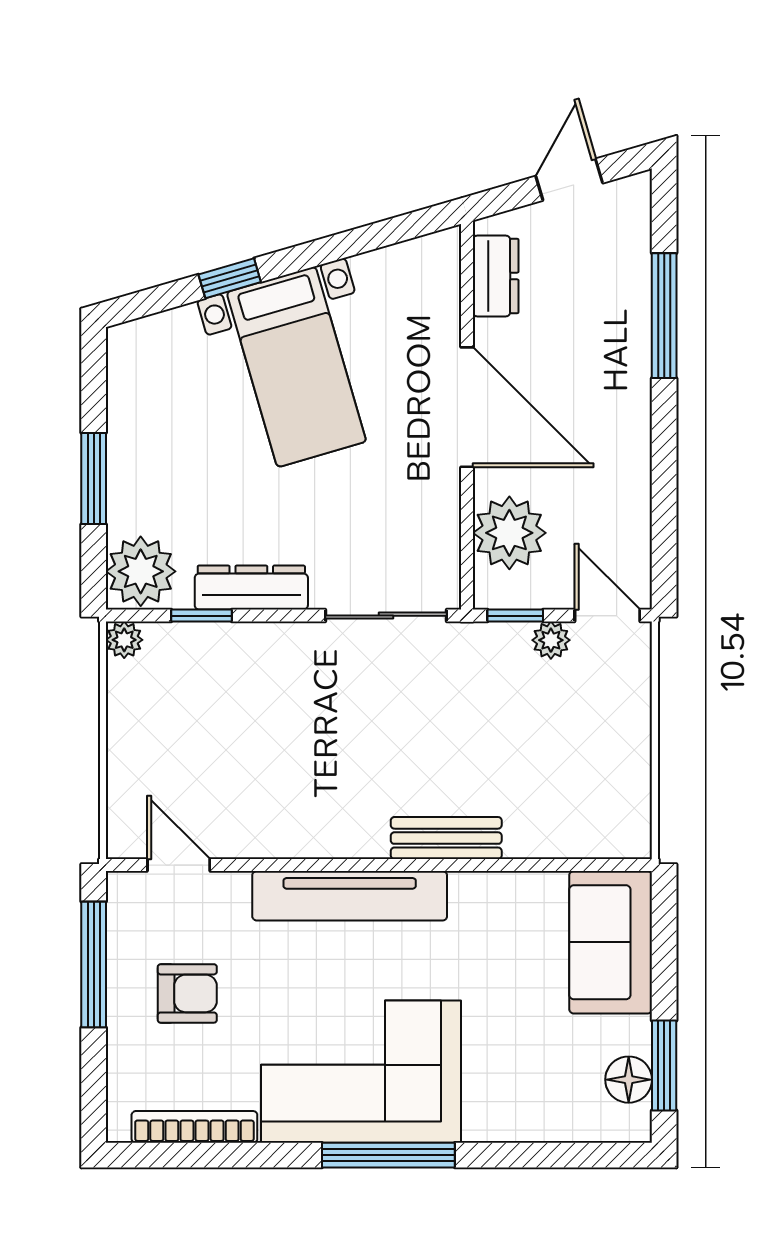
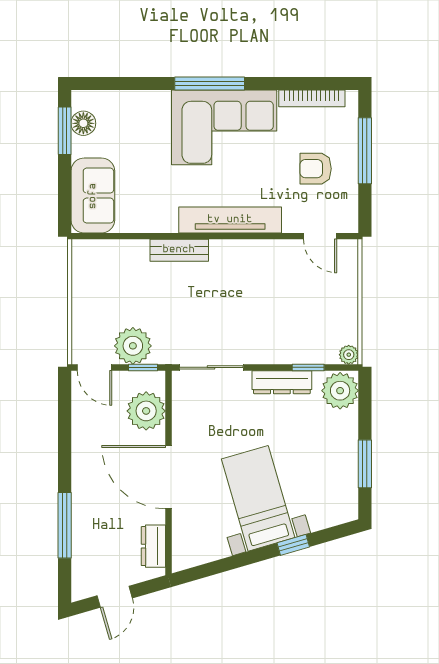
window: (94, 478) -> (365, 464), moved
plant: (551, 640) -> (133, 346), width x1.87, depth x1.87
window: (94, 964) -> (365, 151), moved

